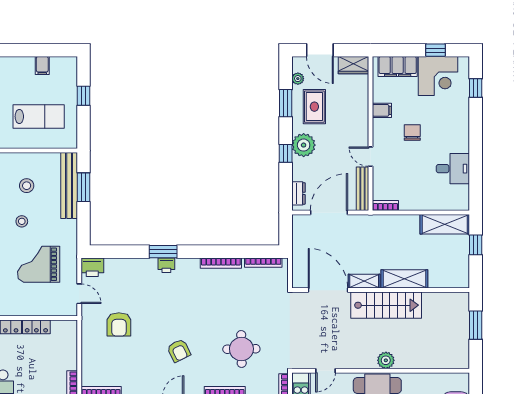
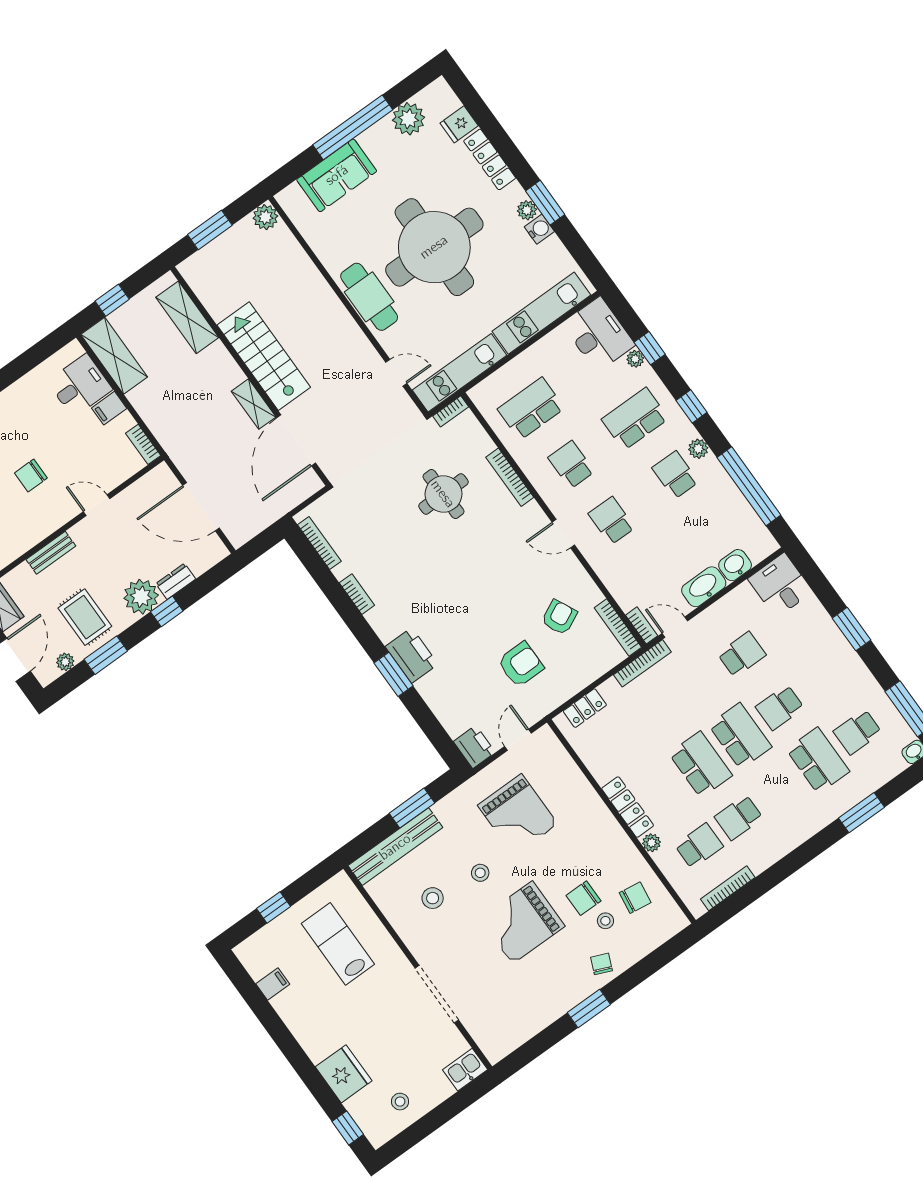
rug: (314, 107) -> (85, 617), turned 90
filing cabinet: (382, 110) -> (109, 408), moved, turned -90
door: (371, 157) -> (97, 505), swing flipped
desk: (453, 169) -> (80, 385), moved, turned 90
window: (84, 187) -> (412, 808), moved
bench: (363, 189) -> (51, 553), moved, width x0.73
dresser: (298, 193) -> (176, 581), moved
bookcase: (221, 263) -> (357, 594), width x0.64
printer: (166, 265) -> (412, 655), width x1.87, depth x1.48
shelving: (404, 279) -> (187, 317), moved
locker: (36, 327) -> (585, 708), moved, turned 90
armchair: (179, 351) -> (559, 617), moved
plant: (386, 360) -> (265, 217), moved

